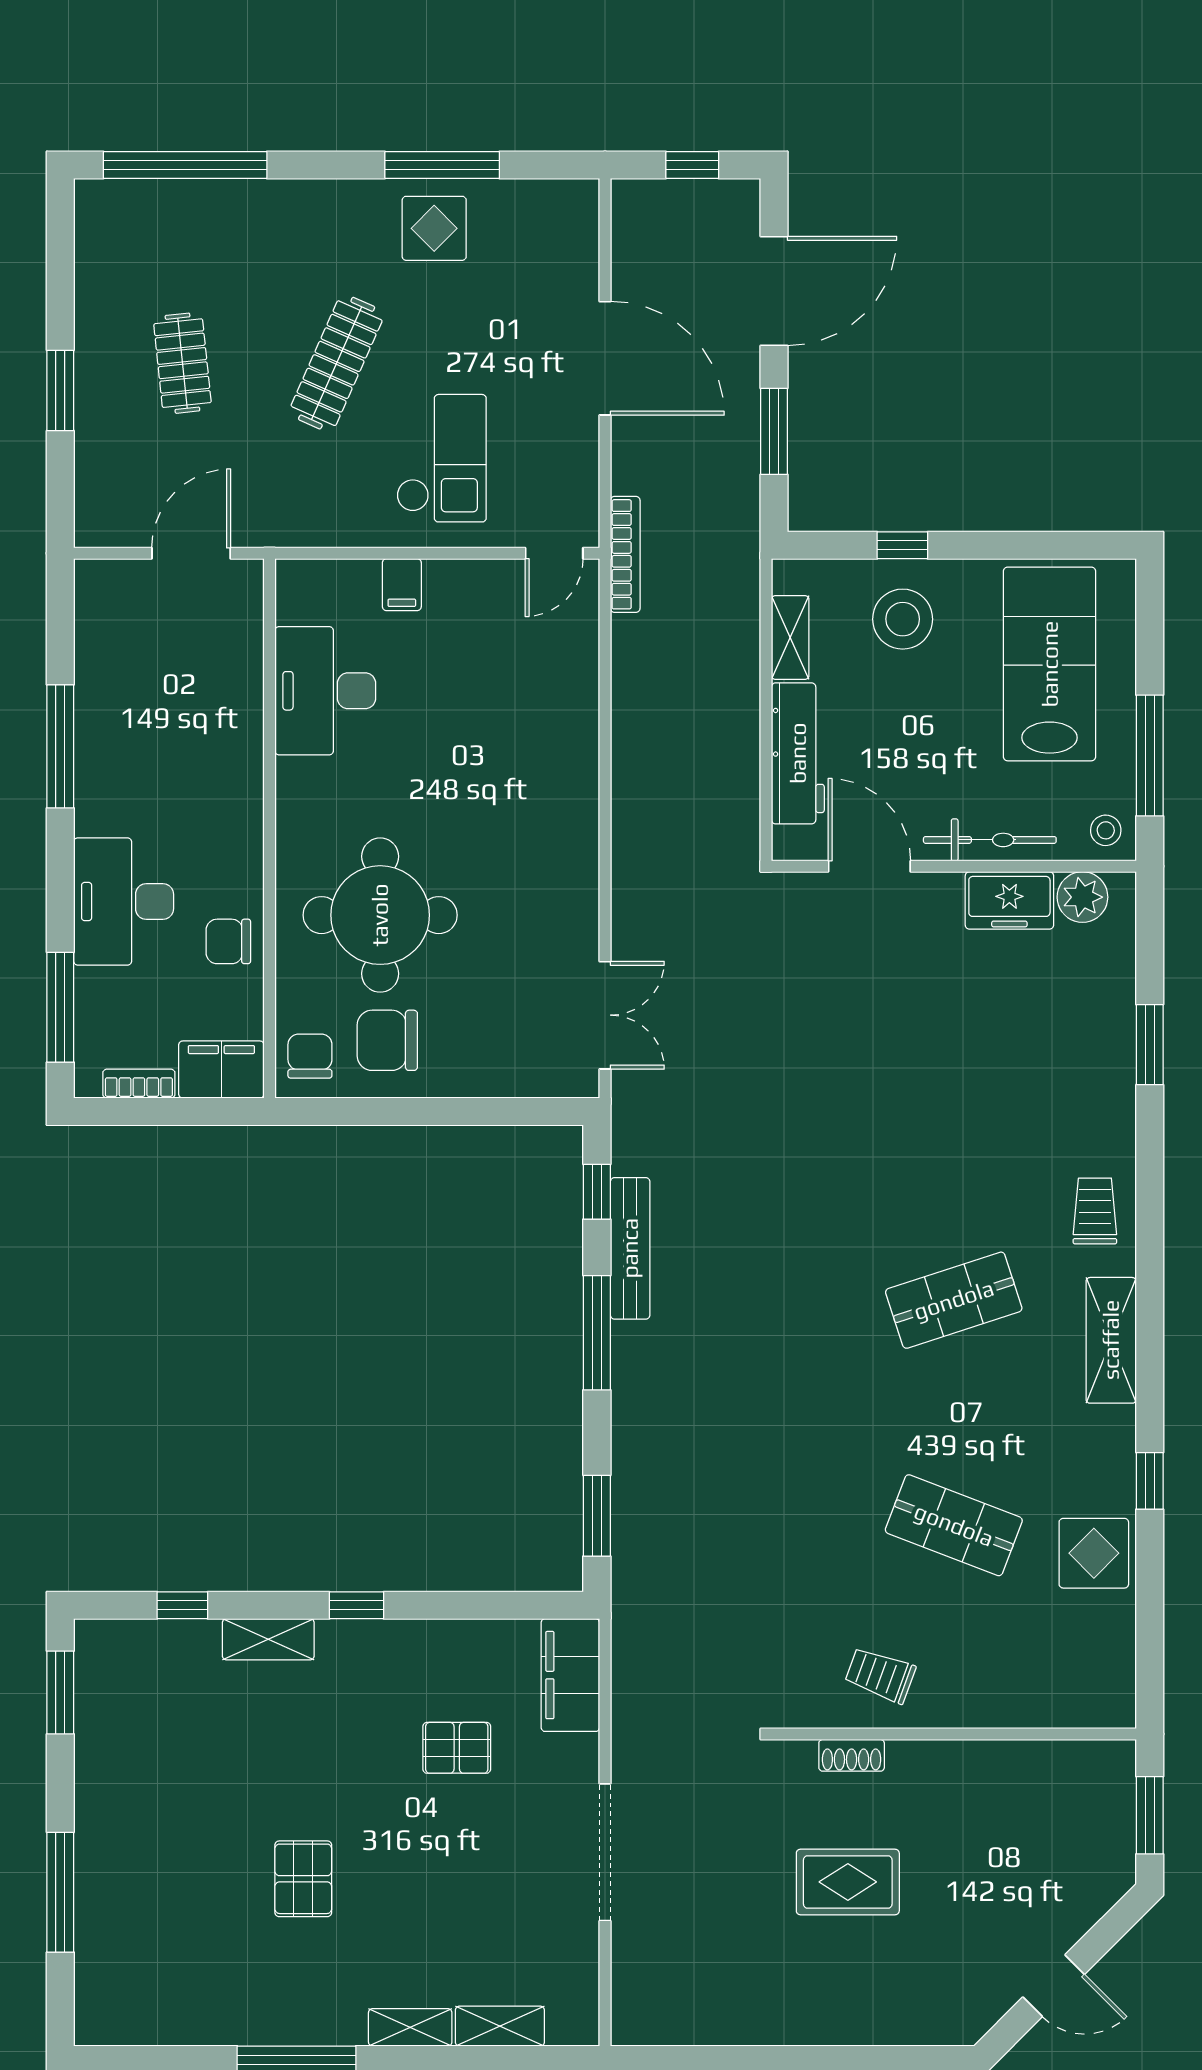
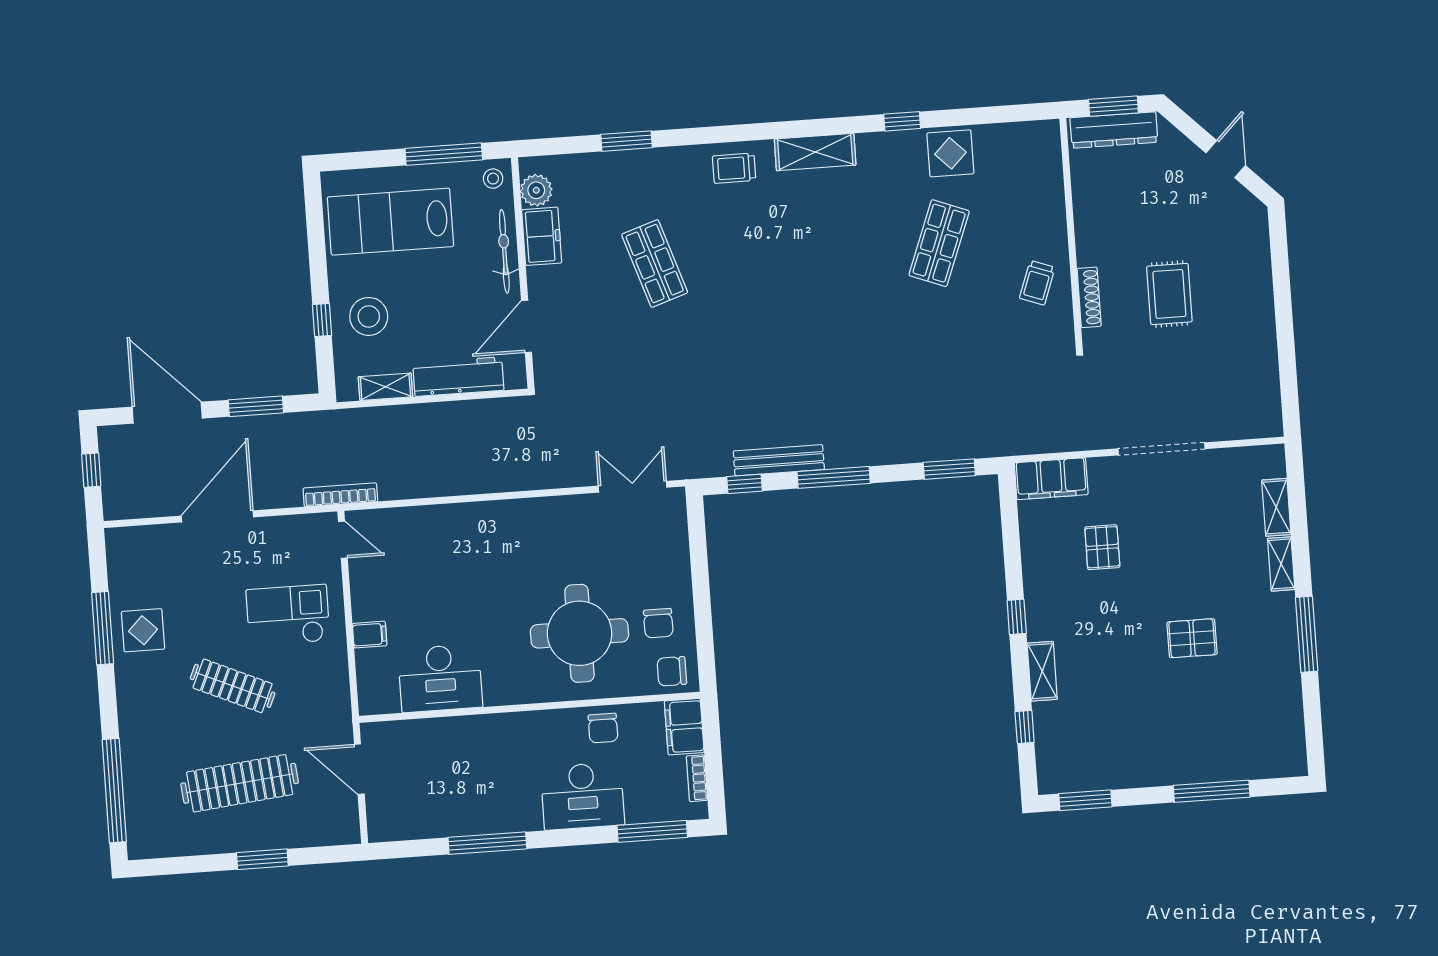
clothes rail: (182, 363) -> (240, 783), width x1.86, depth x1.31
chair: (387, 1040) -> (658, 623), width x0.73, depth x0.73
shop shelf: (954, 1300) -> (655, 263), moved
shoe rack: (852, 1755) -> (1089, 297), width x1.43
dresser: (1112, 1813) -> (1114, 130), added

